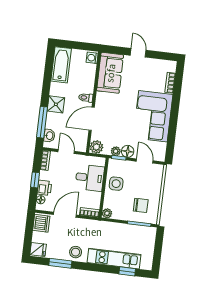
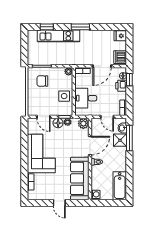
sofa: (110, 73) -> (80, 178), width x1.36
shower: (56, 104) -> (120, 140), moved
window: (35, 180) -> (129, 80), moved
stool: (76, 252) -> (90, 37), removed
window: (60, 263) -> (80, 27), moved

